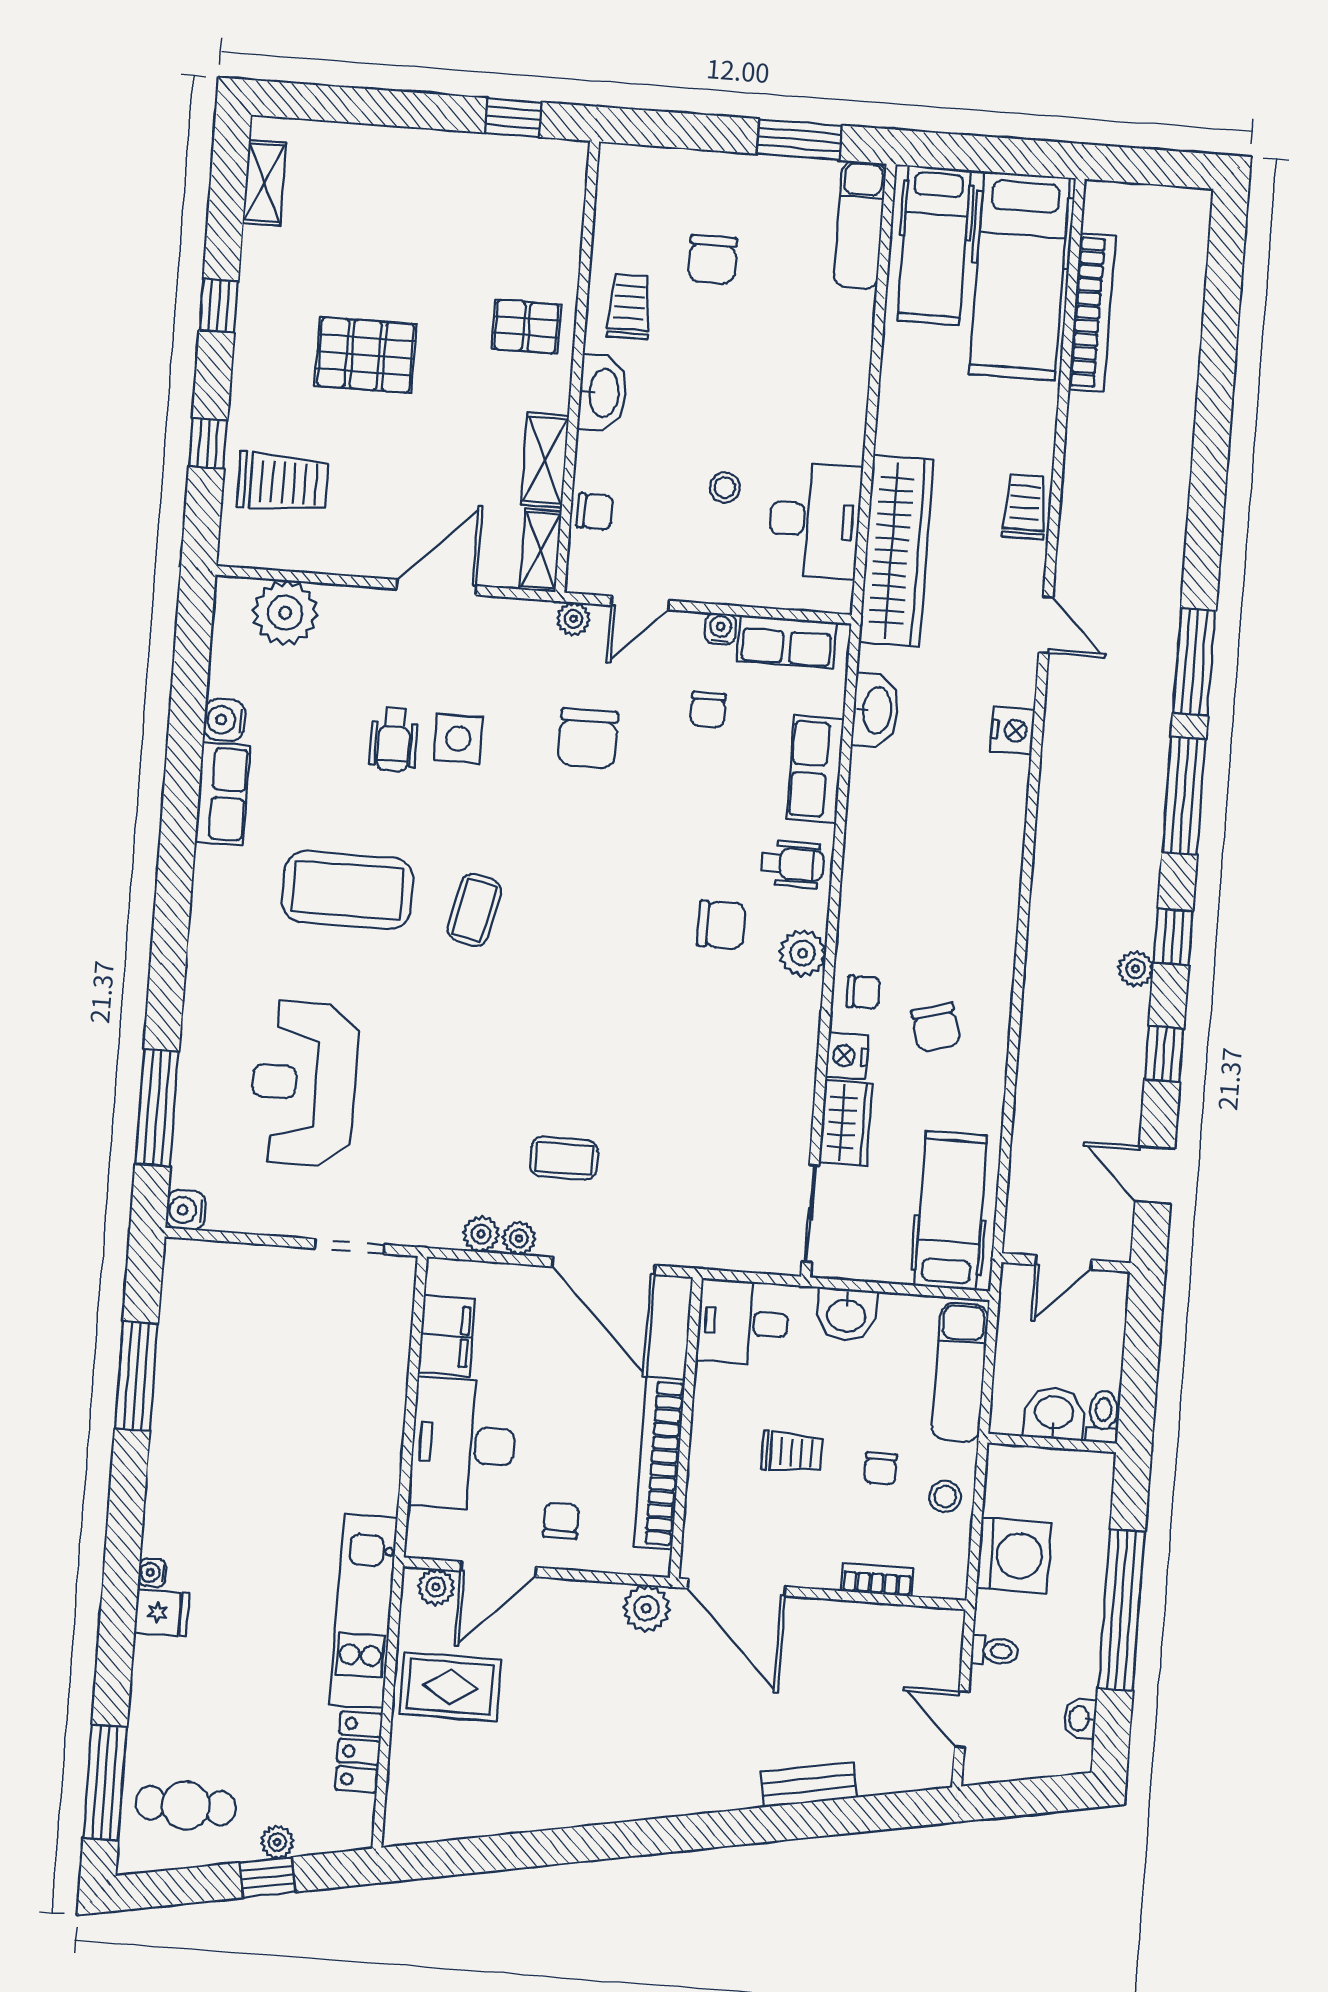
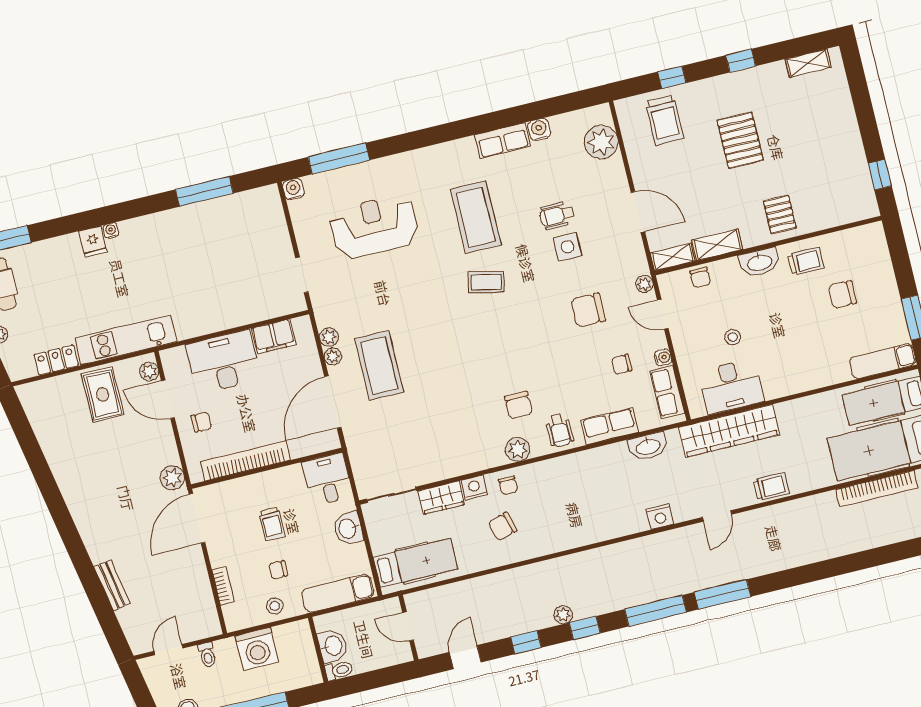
coffee table: (564, 1158) -> (379, 366), width x1.86, depth x1.72

